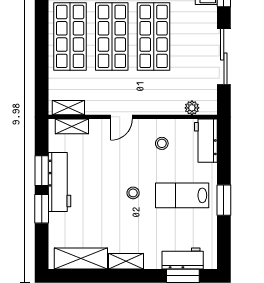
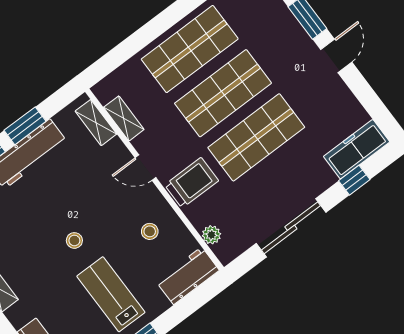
trolley: (152, 96) -> (192, 183), added
shelving: (68, 108) -> (124, 118), moved

